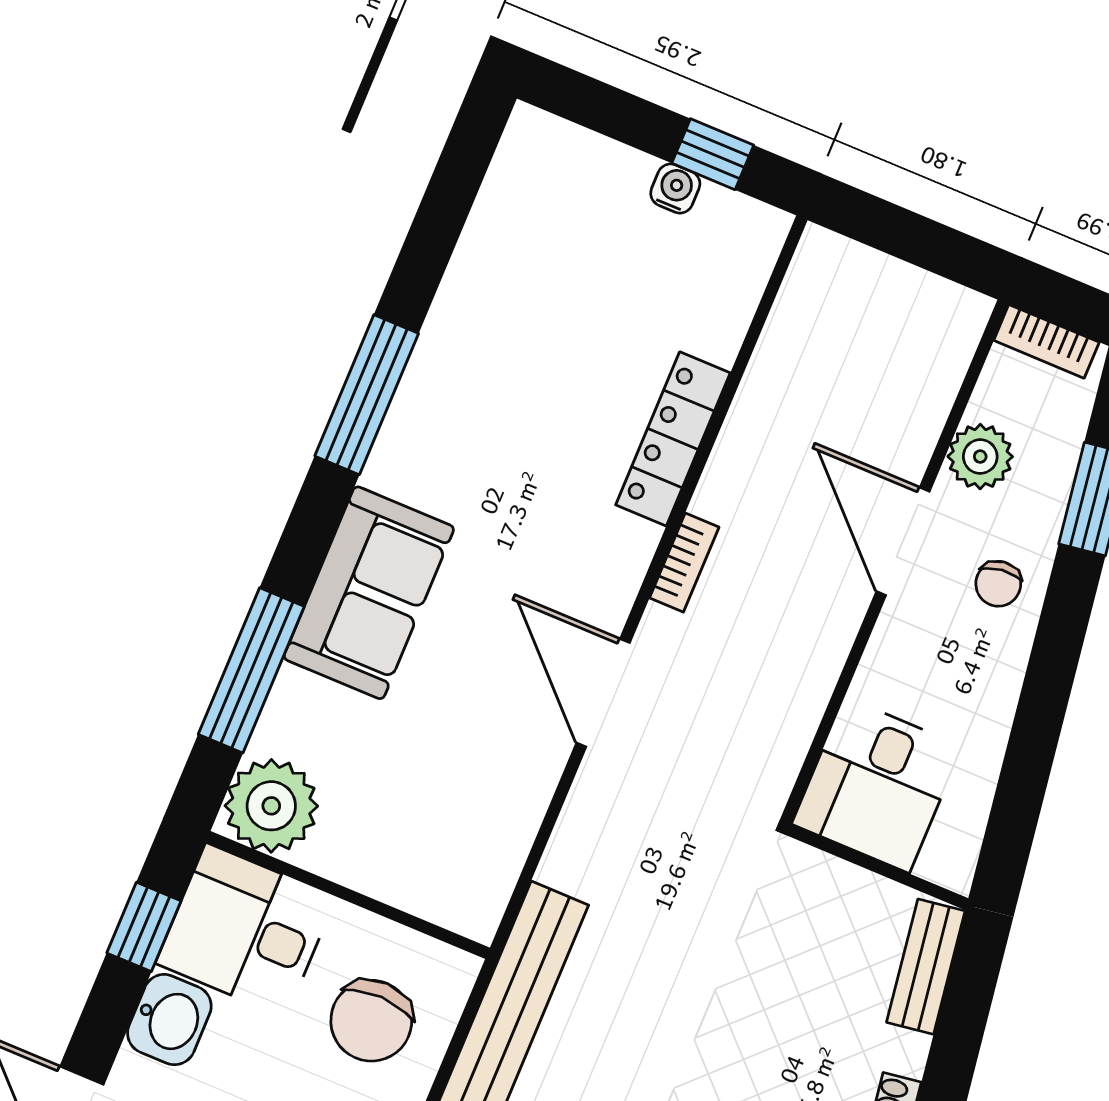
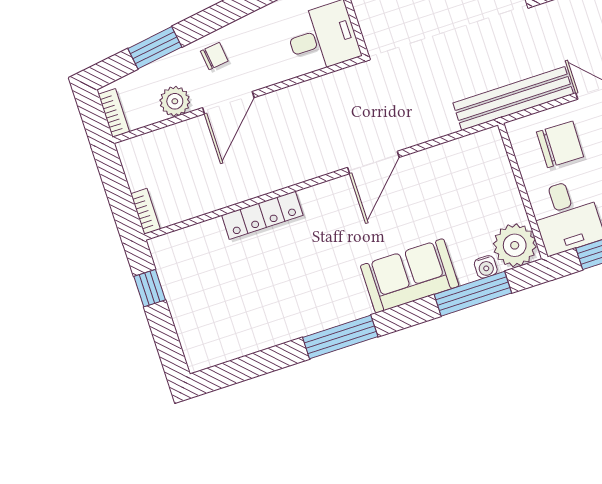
water cooler: (675, 189) -> (486, 267), moved, turned -90
bookcase: (684, 562) -> (145, 211), moved, turned 90

